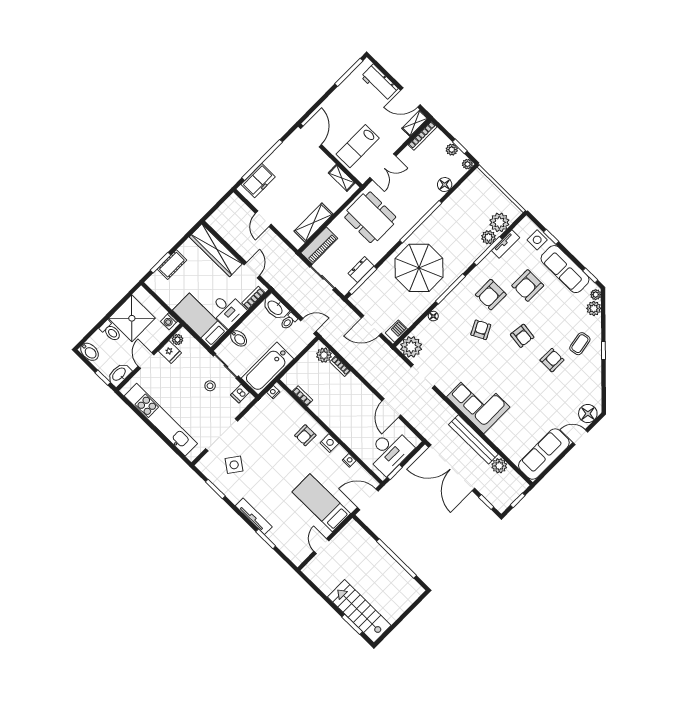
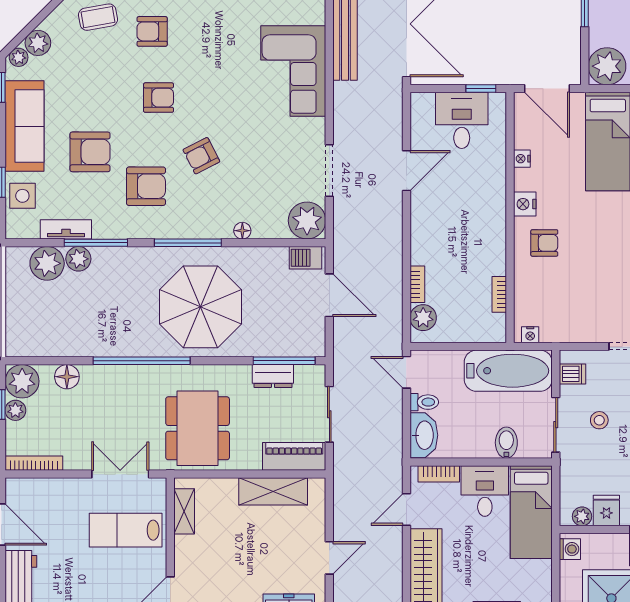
shelving: (415, 123) -> (28, 488), removed
lab bench: (358, 146) -> (126, 530), turned 180
plant: (467, 164) -> (22, 381), width x1.87, depth x1.87
armchair: (522, 336) -> (159, 98), turned 83
desk: (389, 451) -> (462, 120), width x0.73
plant: (352, 533) -> (607, 66), added

